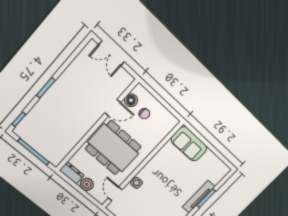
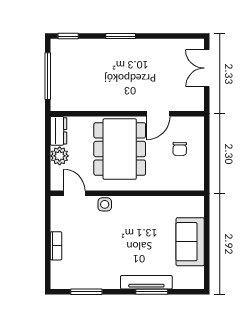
floor lamp: (131, 100) -> (181, 125), removed
door: (113, 108) -> (158, 114), hinge flipped
sofa: (189, 144) -> (190, 242), moved
door: (115, 194) -> (74, 193), hinge flipped

